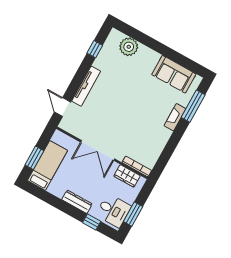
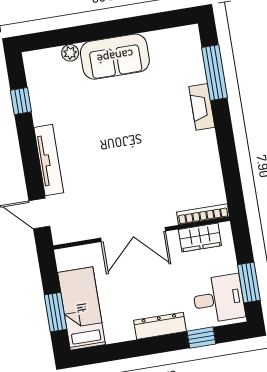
plant: (129, 47) -> (70, 53), width x0.53, depth x0.53
sofa: (174, 74) -> (115, 57), moved

